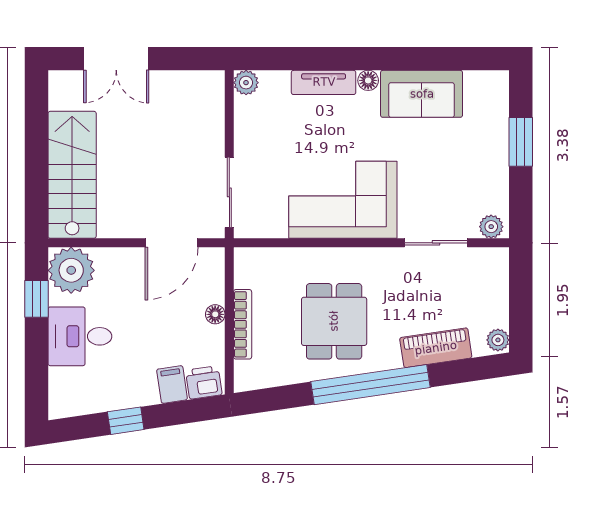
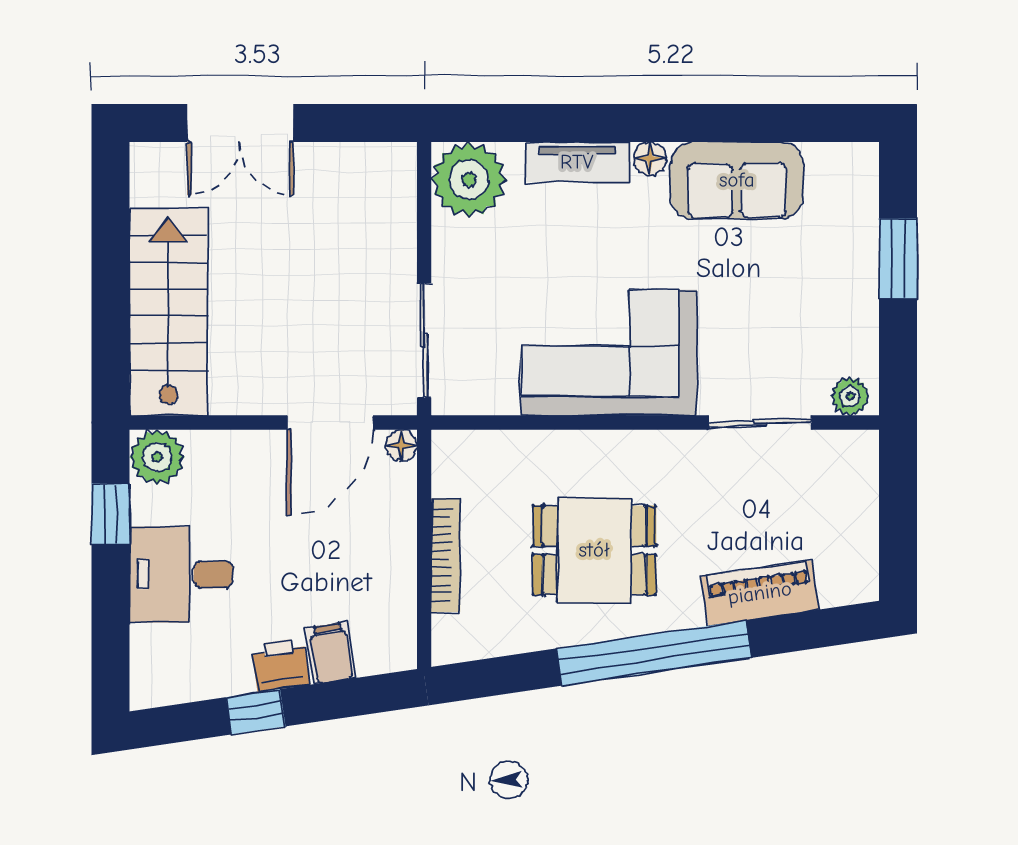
plant: (246, 83) -> (469, 180), width x1.87, depth x1.87
plant: (71, 270) -> (157, 457), width x0.73, depth x0.73
floor lamp: (215, 314) -> (401, 445), moved
dining table: (334, 321) -> (594, 550), turned 90
plant: (498, 340) -> (861, 581), removed
printer: (204, 382) -> (281, 665), moved

